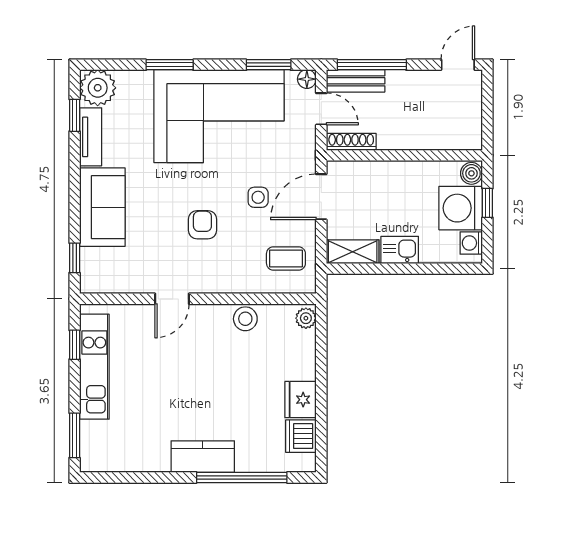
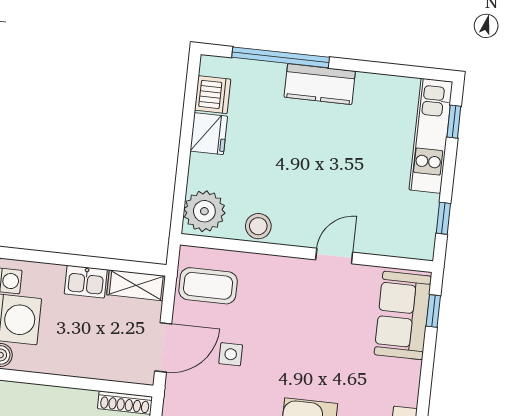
sofa: (102, 207) -> (403, 315), moved
armchair: (202, 225) -> (293, 331), removed
coffee table: (286, 258) -> (208, 286), width x1.36, depth x1.30
plant: (306, 318) -> (204, 211), width x1.88, depth x1.88
kitchen unit: (94, 367) -> (431, 136), moved
window: (75, 435) -> (454, 122), width x0.67

